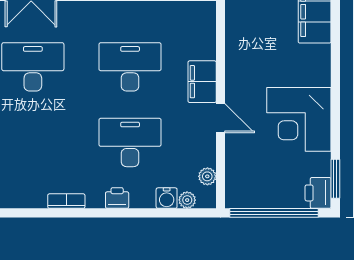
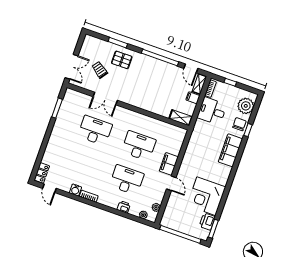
printer: (318, 193) -> (207, 222), moved
printer: (117, 198) -> (124, 207), moved
water cooler: (167, 198) -> (75, 190), moved

